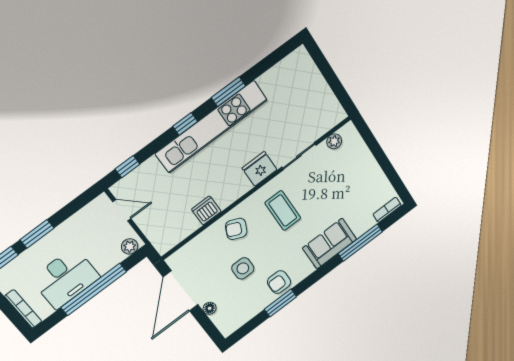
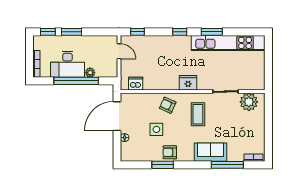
kitchen unit: (211, 127) -> (228, 43), moved
plant: (334, 141) -> (249, 102), width x1.87, depth x1.87
fridge: (260, 169) -> (188, 83), moved
dishwasher: (206, 210) -> (136, 84), moved
plant: (130, 246) -> (90, 73), moved

